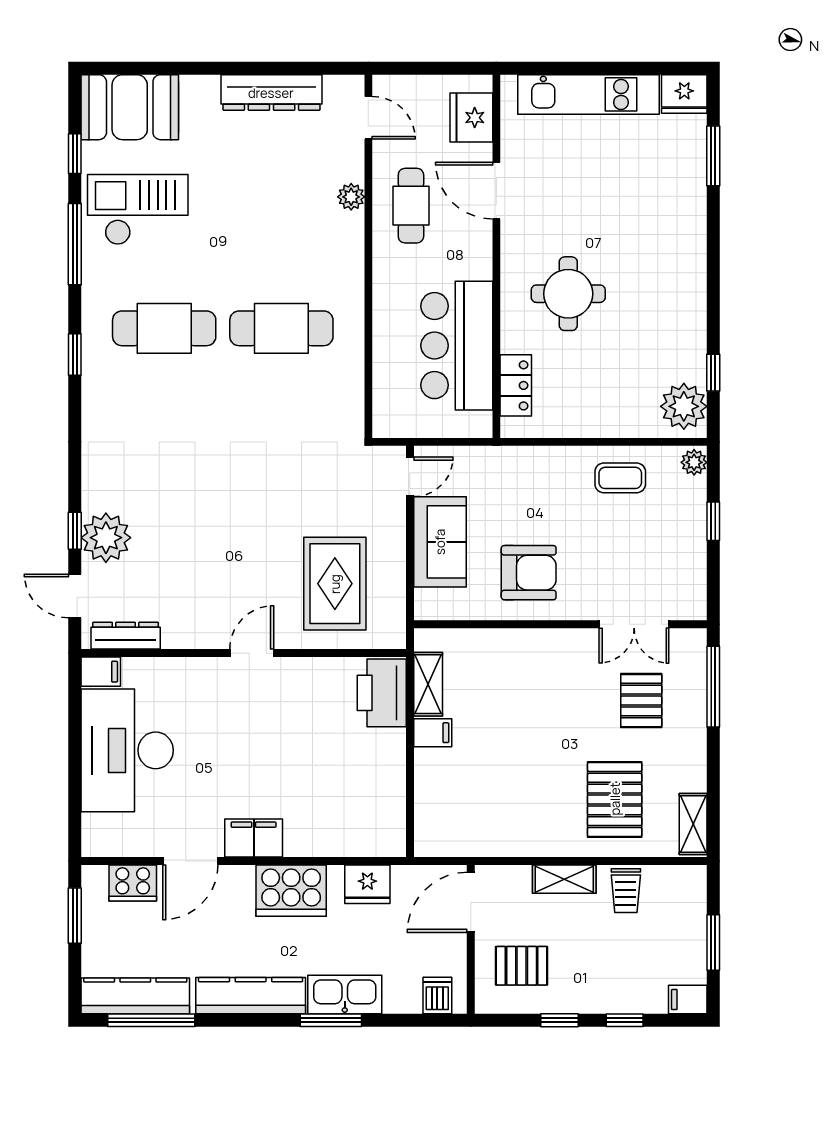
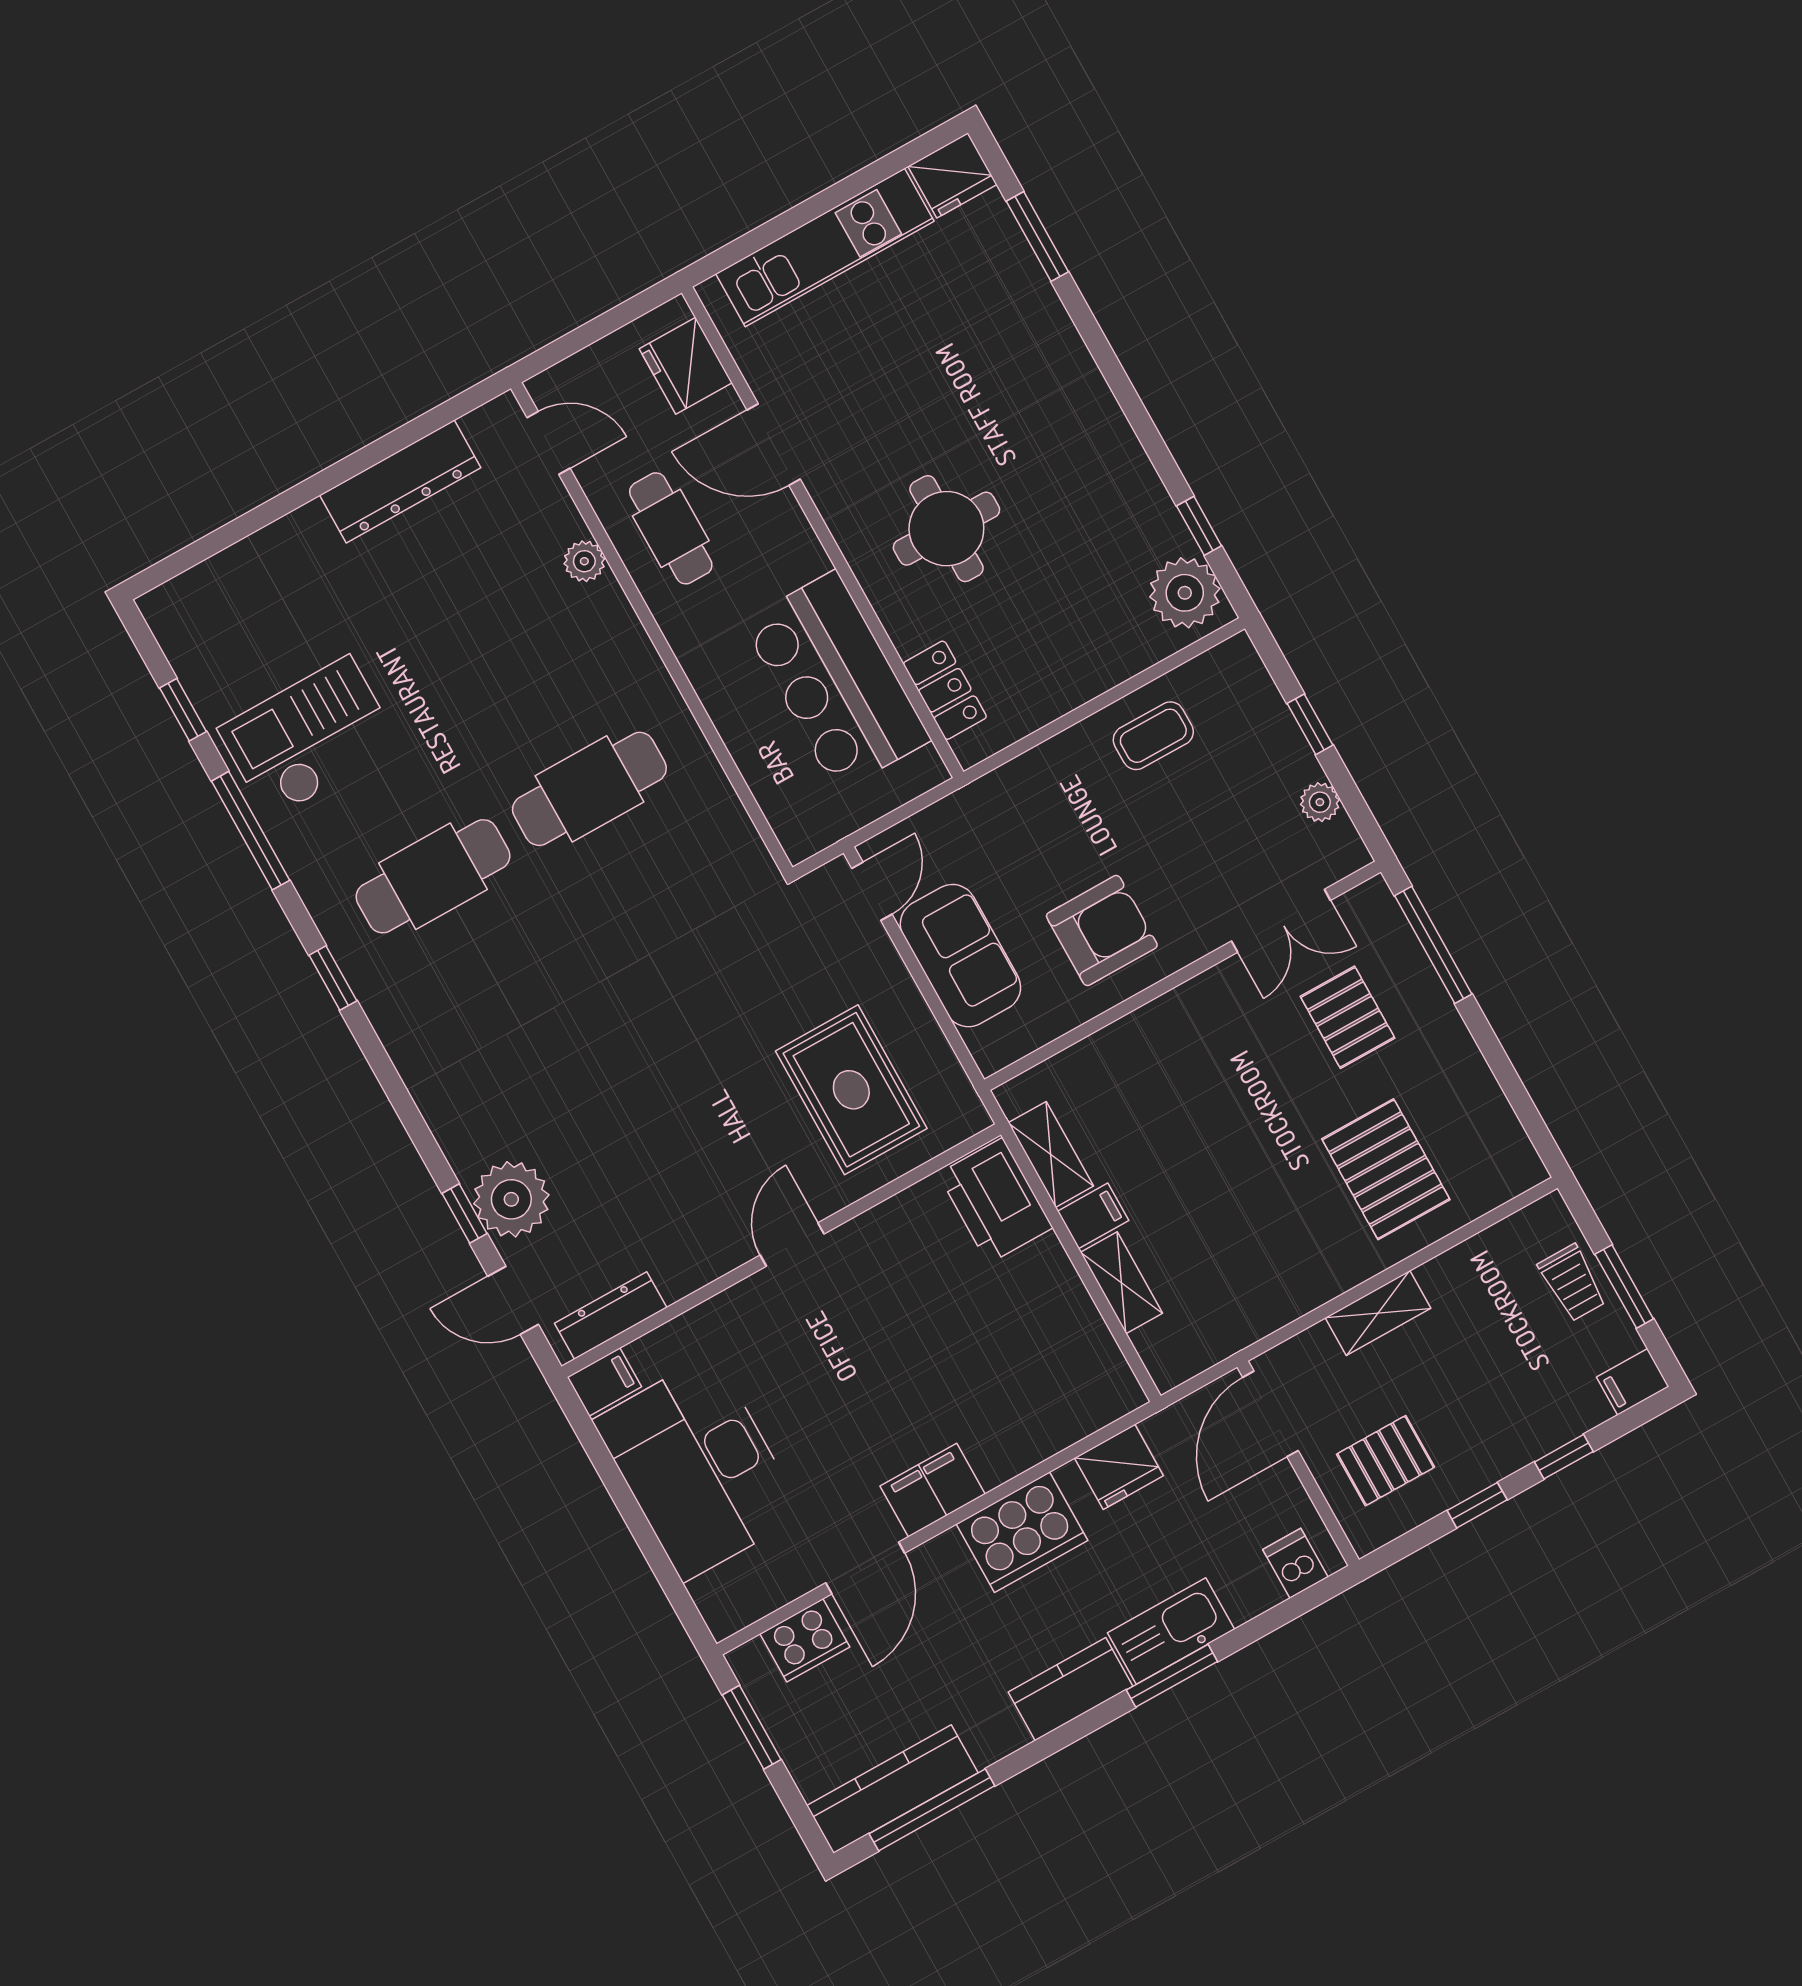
booth: (130, 107) -> (222, 607), removed
plant: (694, 462) -> (1320, 802), moved
shelving: (693, 824) -> (1122, 1283), moved
trolley: (626, 891) -> (1572, 1283), moved
kitchen counter: (251, 996) -> (1071, 1689), width x0.67

